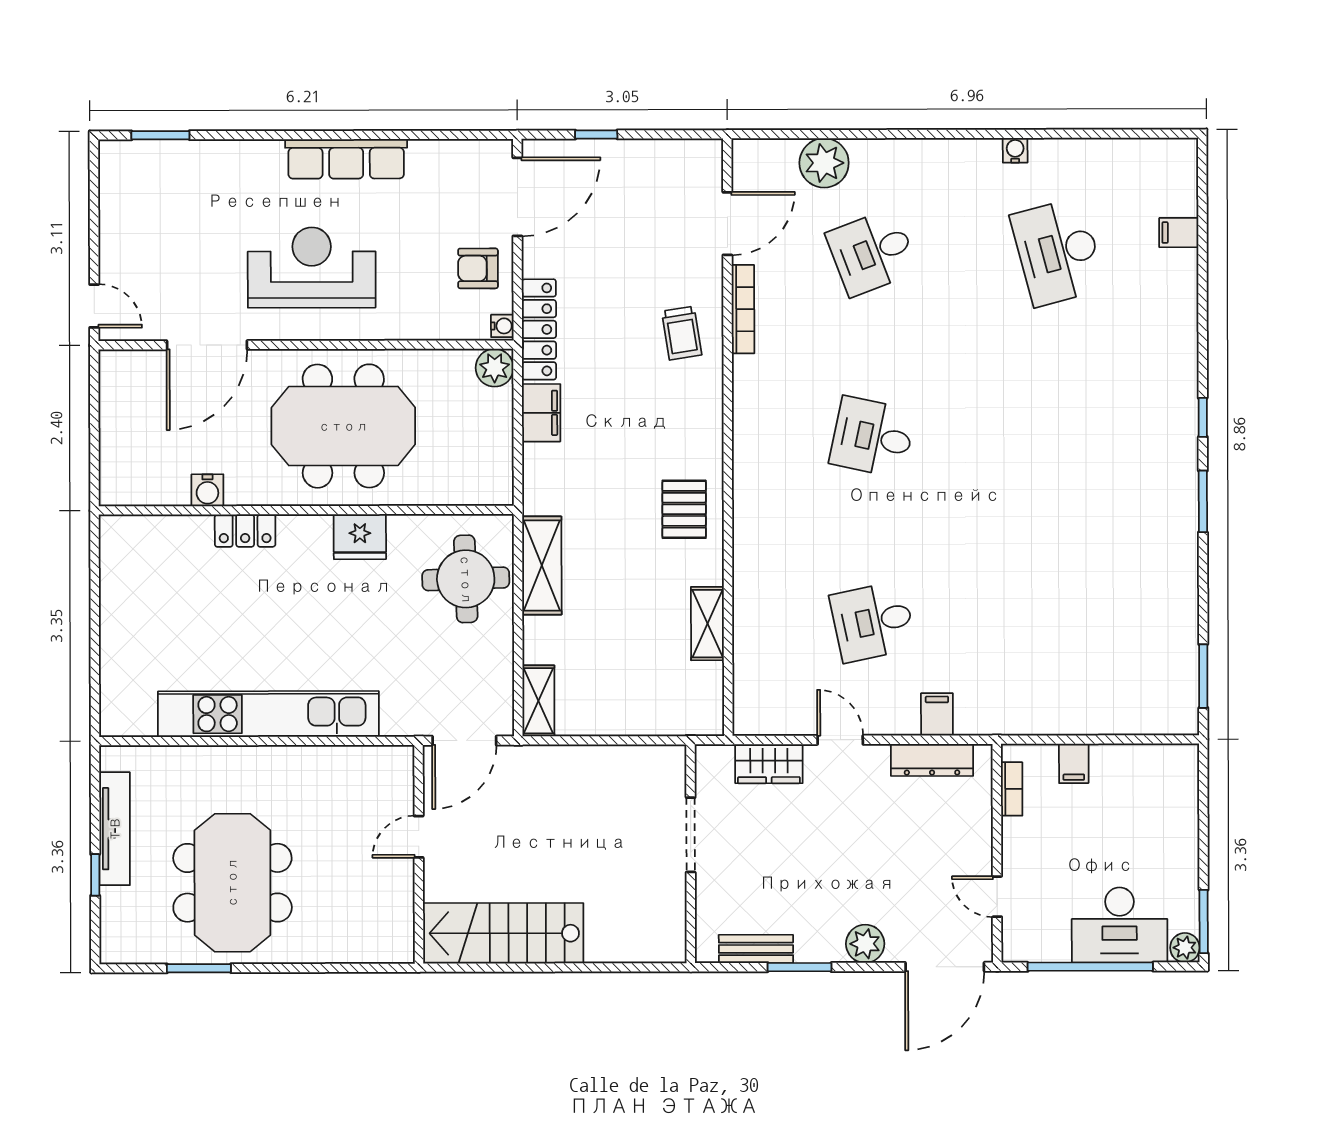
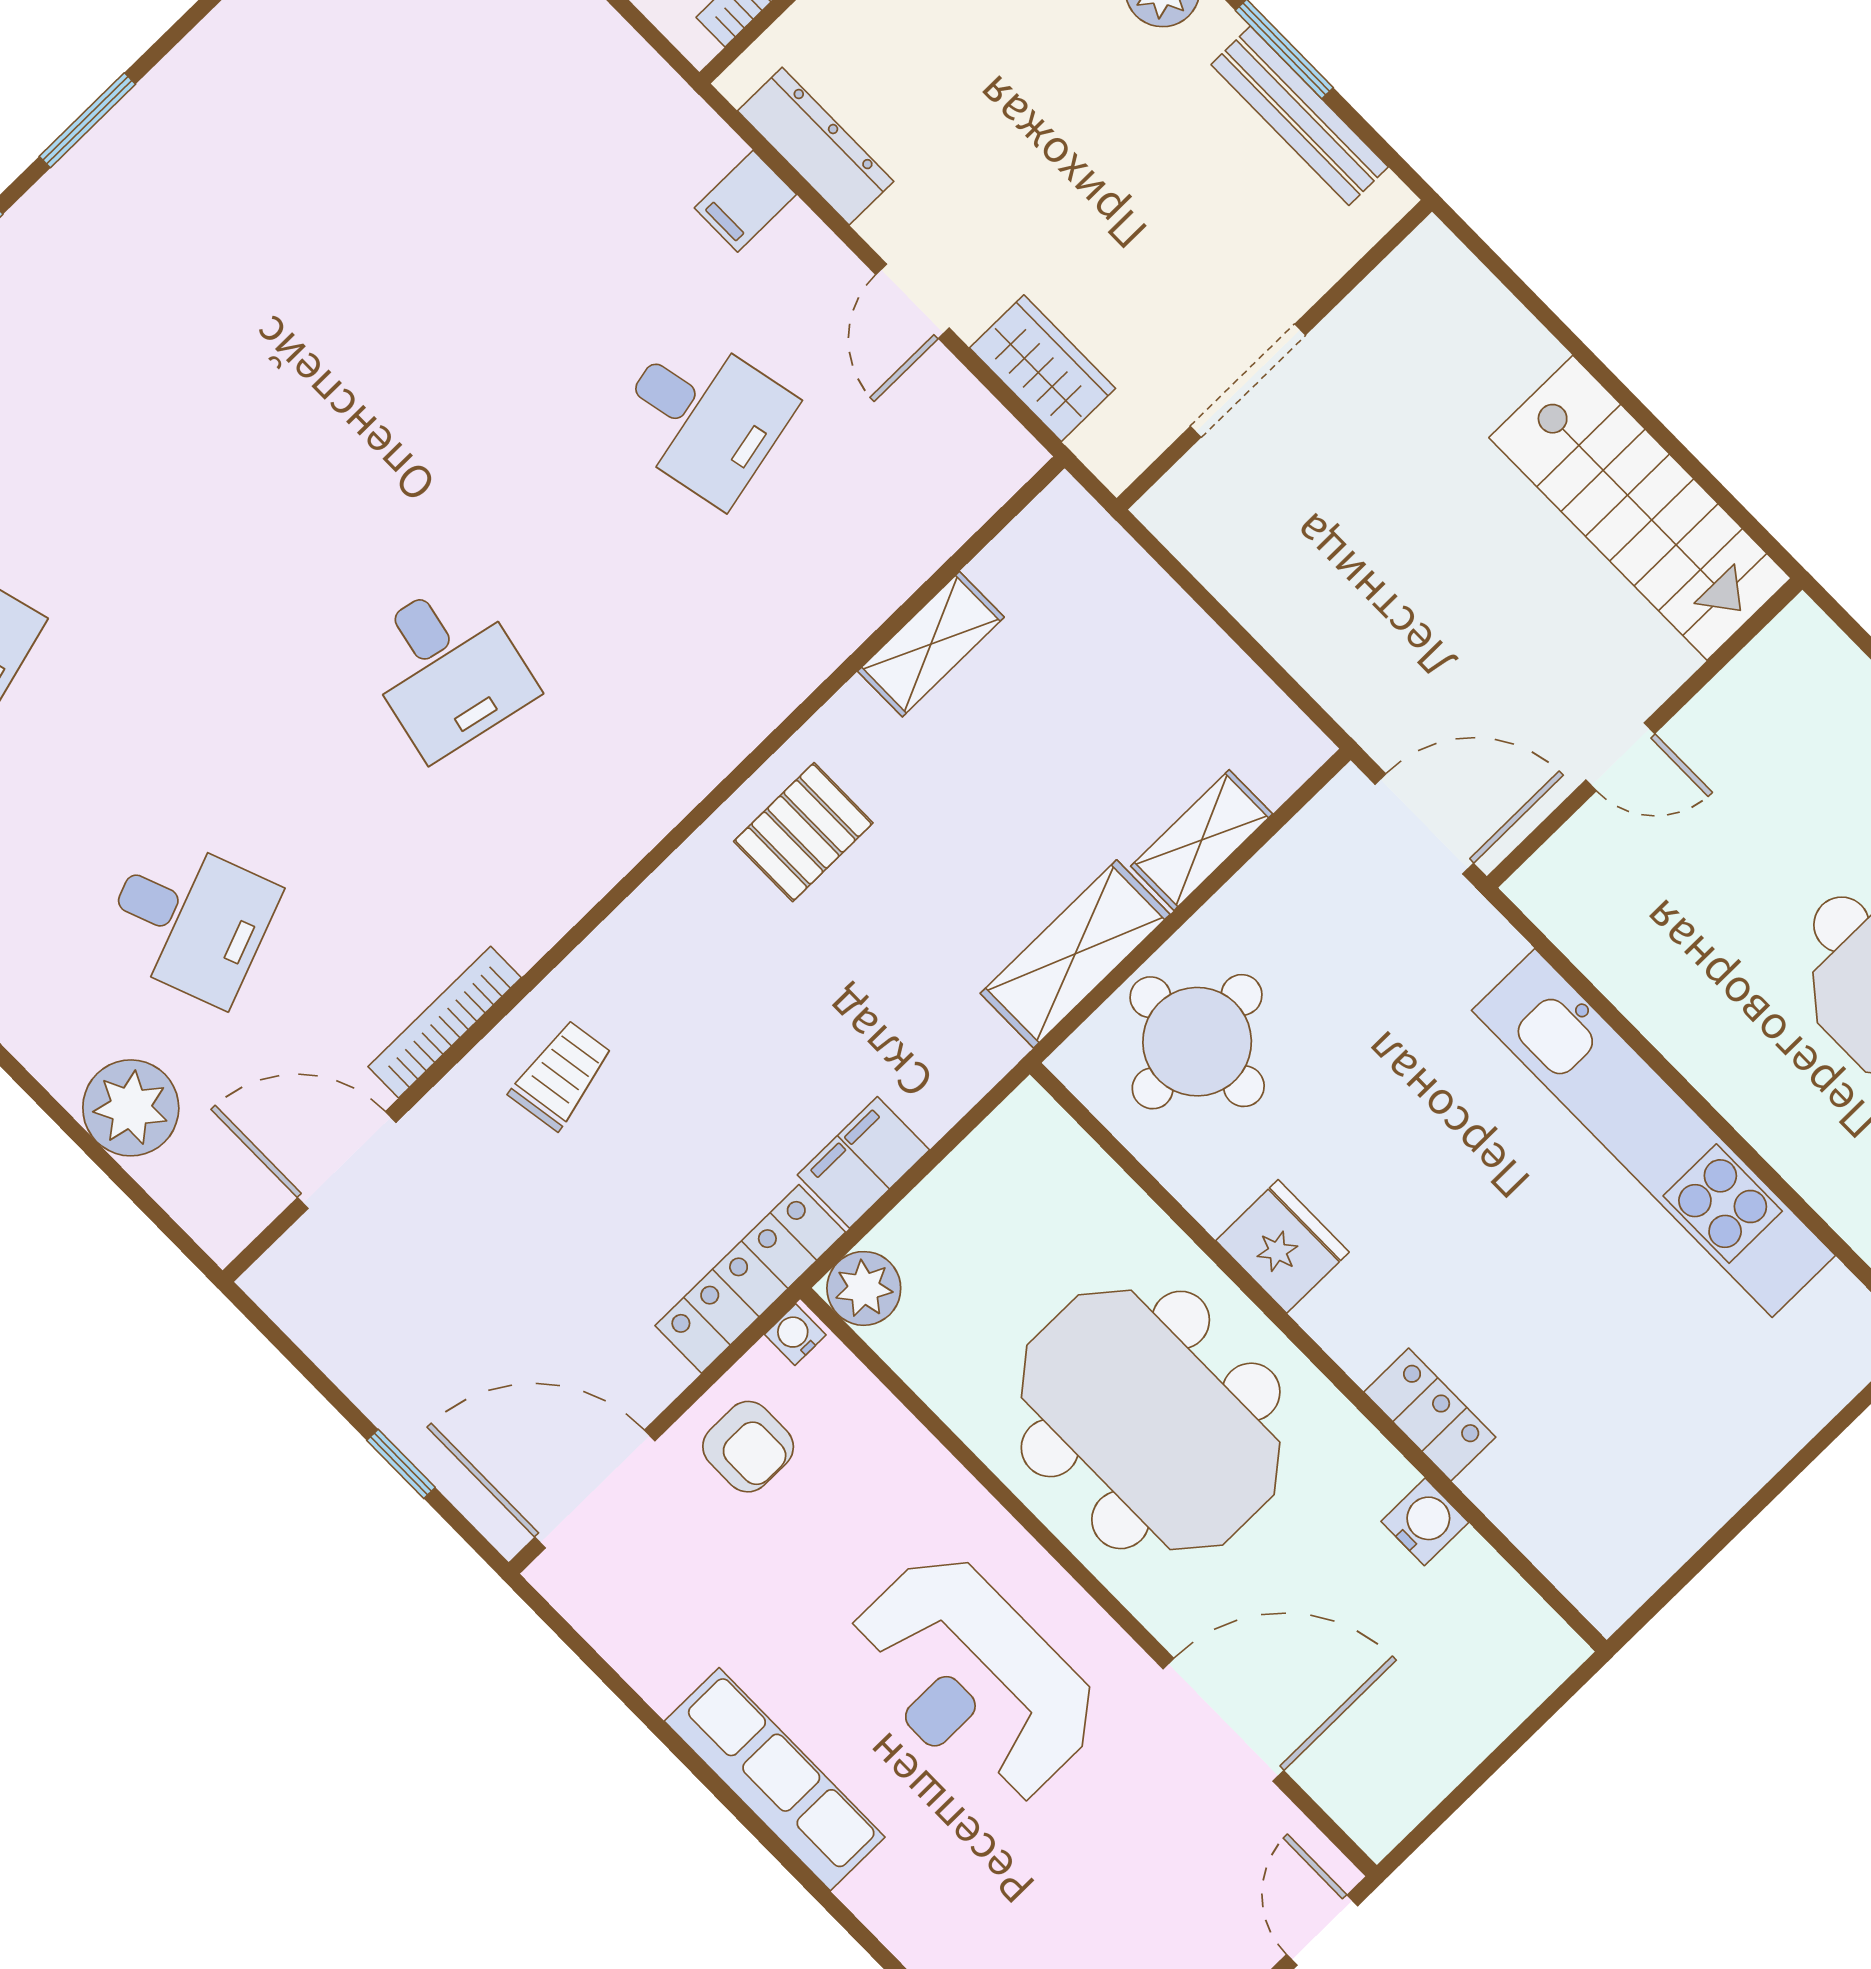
shelving: (538, 701) -> (1202, 840), moved
bench: (756, 949) -> (1300, 116), width x1.36

